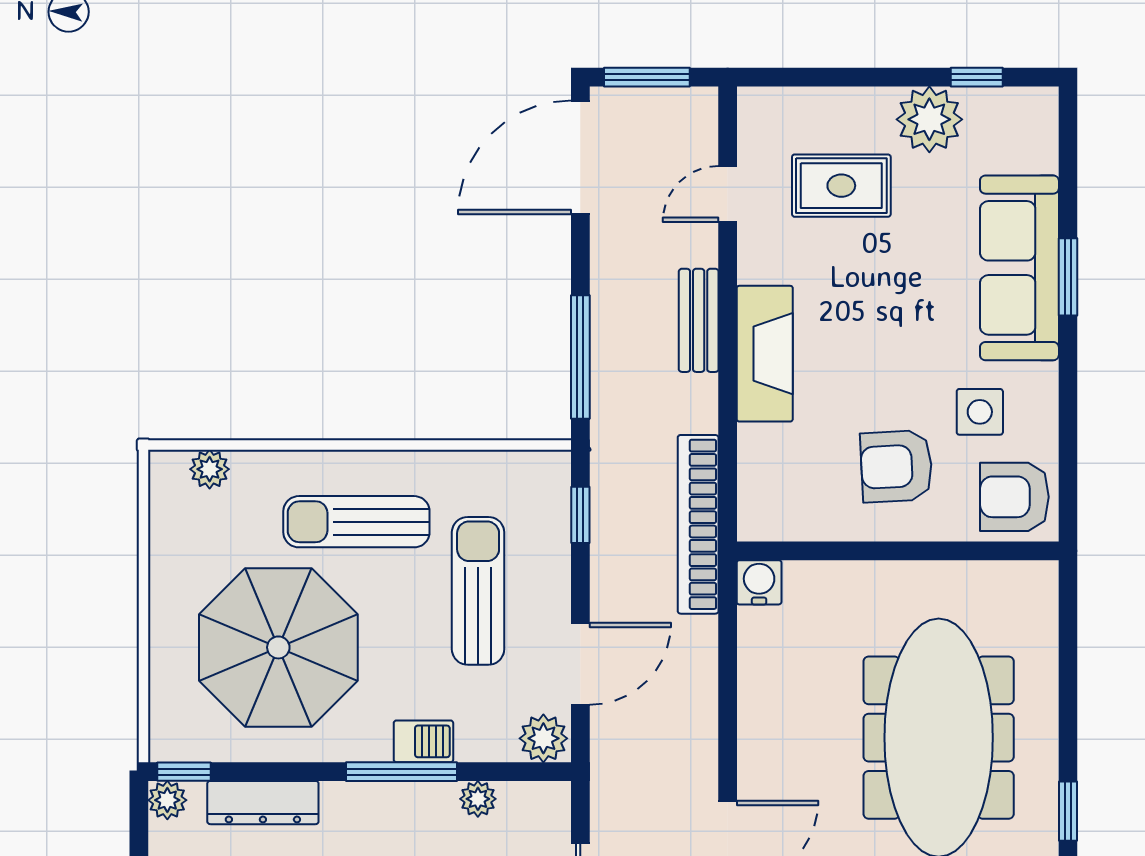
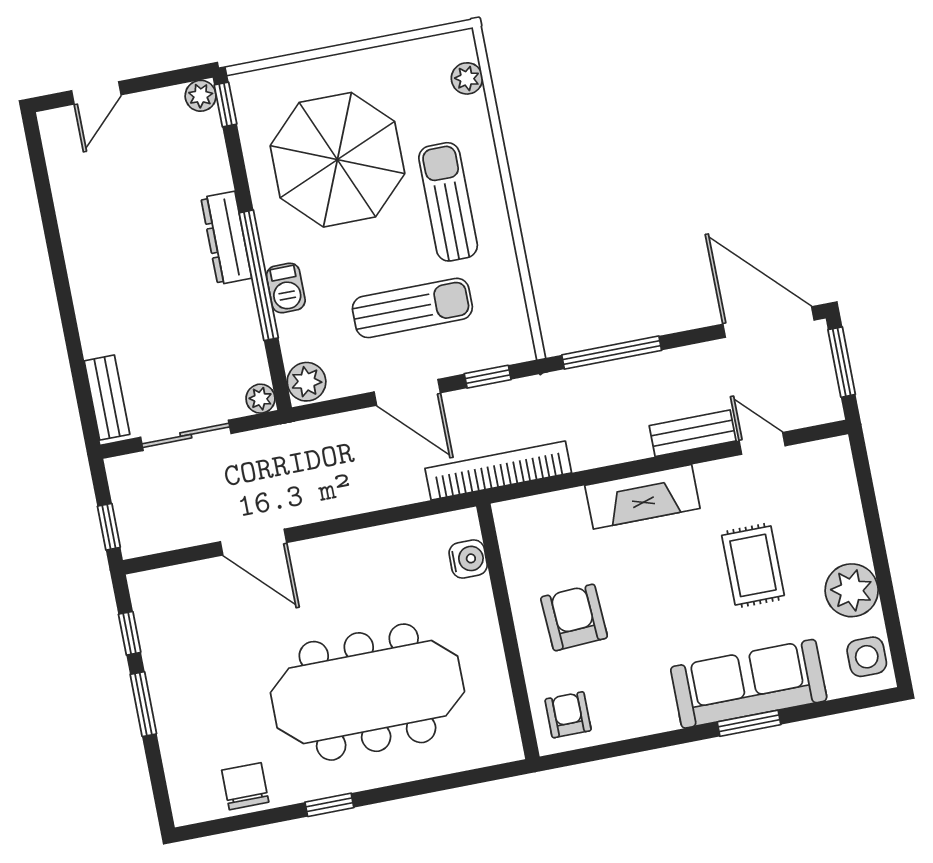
window: (977, 77) -> (892, 621), removed
rug: (841, 186) -> (753, 565), moved
bench: (699, 320) -> (693, 433), moved
side table: (980, 412) -> (867, 657), moved
armchair: (1014, 497) -> (568, 715), width x0.72, depth x0.72
water cooler: (759, 582) -> (468, 559), moved
door: (580, 664) -> (407, 392), moved
window: (401, 772) -> (259, 275), width x1.46
plant: (478, 799) -> (260, 399), moved
dresser: (263, 803) -> (226, 238), moved

